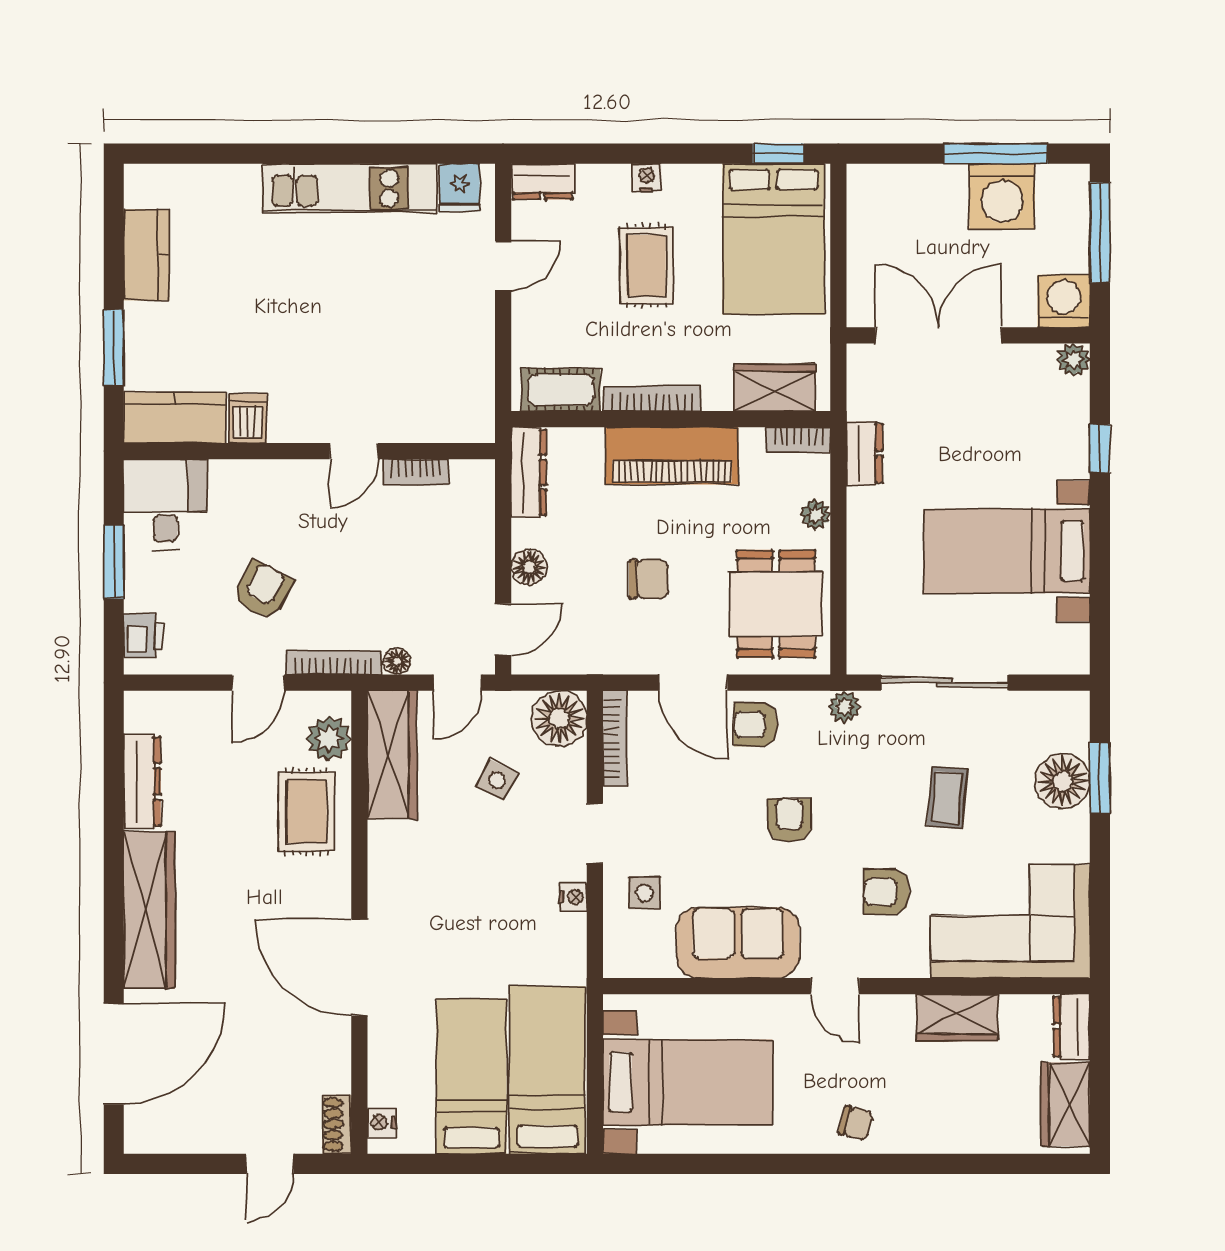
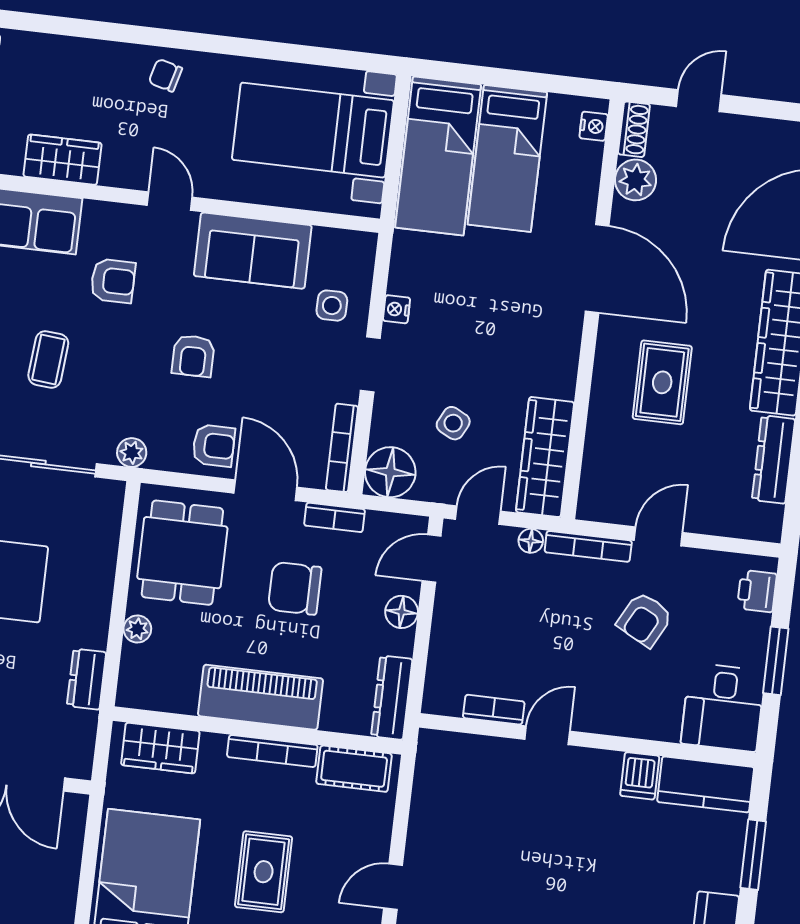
bookcase: (798, 440) -> (335, 517), moved, turned 180
chair: (649, 579) -> (295, 588), width x1.37, depth x1.37
plant: (329, 738) -> (636, 180), moved
rug: (307, 812) -> (662, 382), moved

